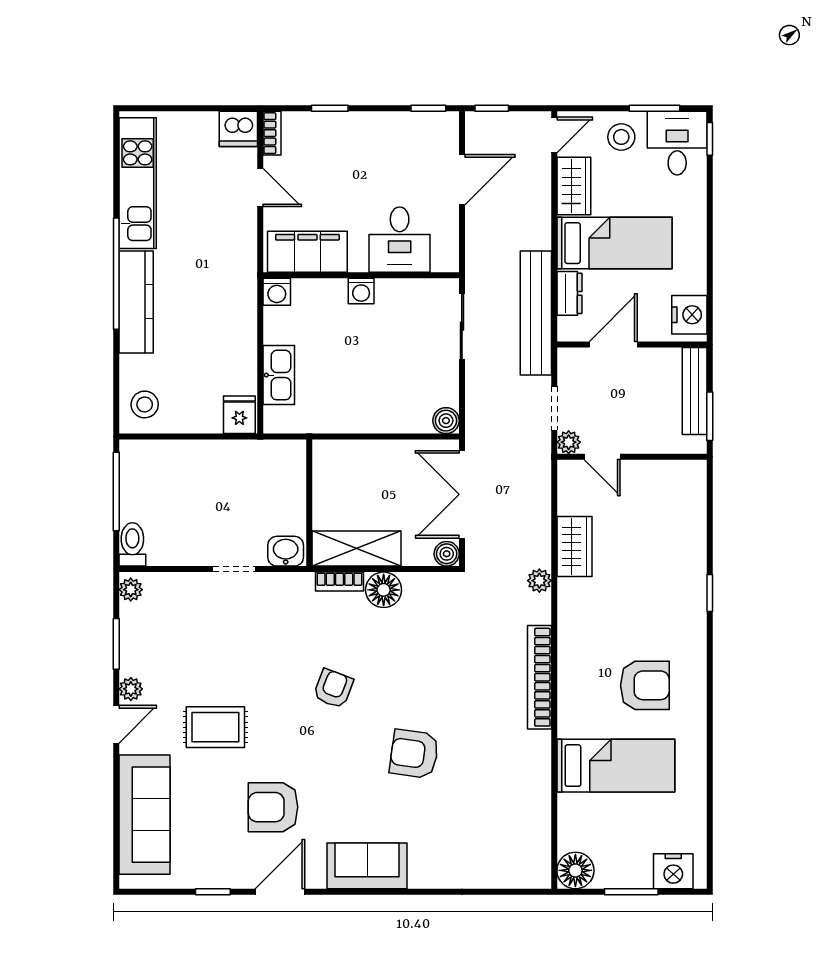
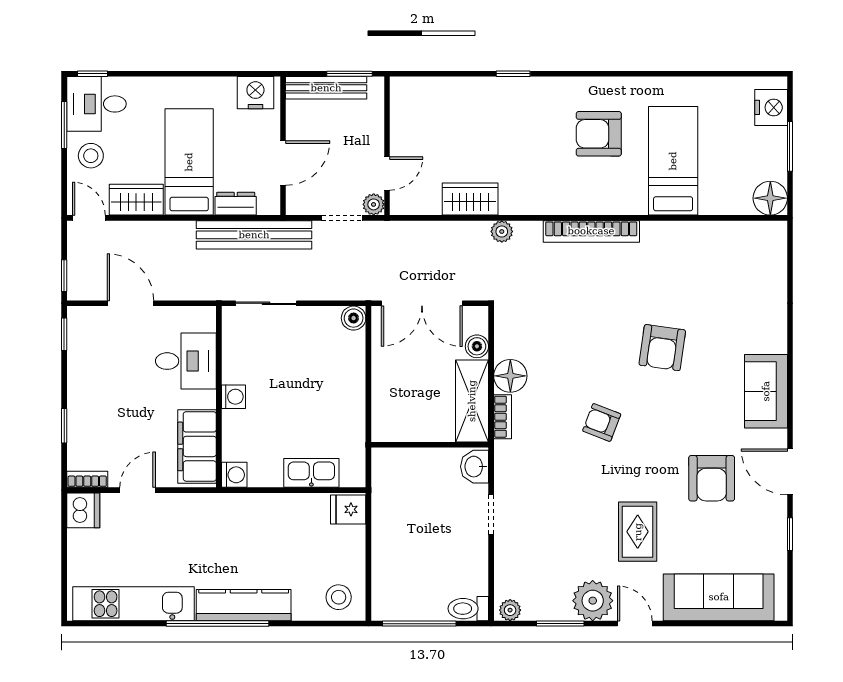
door: (613, 344) -> (283, 163), swing flipped
boiler: (447, 554) -> (477, 346), moved
armchair: (645, 685) -> (599, 134), turned -90
plant: (131, 689) -> (593, 601), width x1.87, depth x1.87

